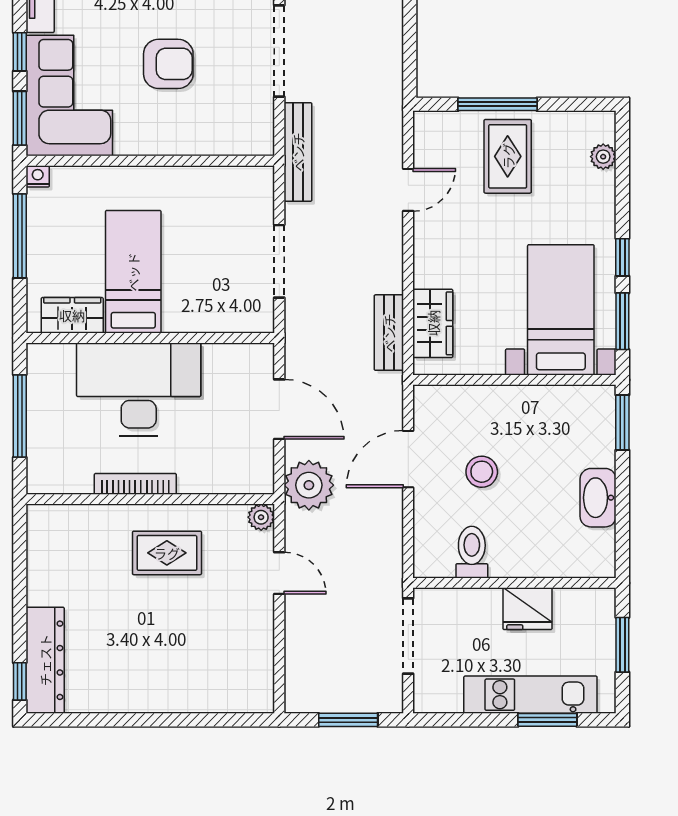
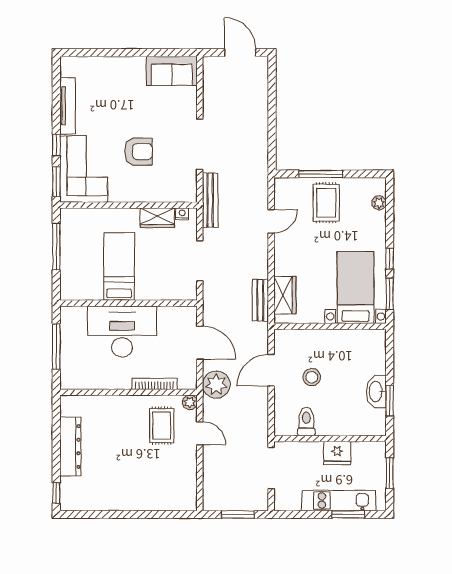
nightstand: (38, 176) -> (182, 214), moved
wardrobe: (72, 315) -> (157, 218), moved, turned 180
window: (622, 422) -> (390, 401), moved
bookcase: (135, 484) -> (155, 384), moved
rug: (167, 553) -> (162, 426), moved, turned 90
dresser: (45, 660) -> (70, 447), moved

